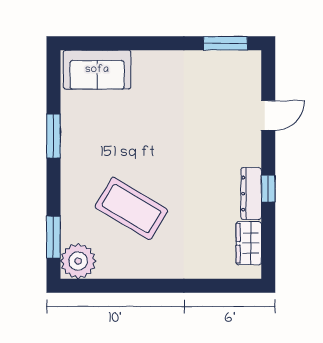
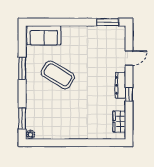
dresser: (251, 194) -> (120, 85), moved
coffee table: (131, 208) -> (58, 75), moved
plant: (78, 261) -> (30, 135), width x0.53, depth x0.53

